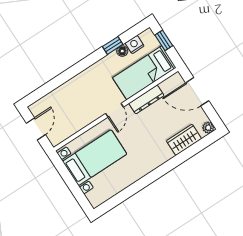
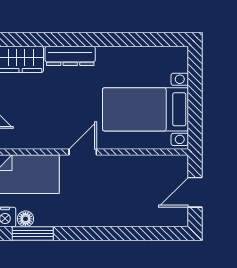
window: (113, 45) -> (33, 233), width x1.50
dresser: (146, 99) -> (70, 56), moved, turned 180

